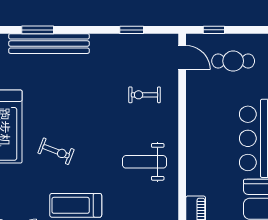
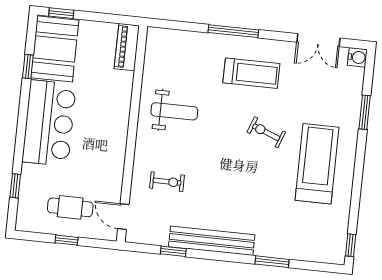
window: (214, 30) -> (66, 240), moved
bench: (49, 44) -> (212, 241), moved

